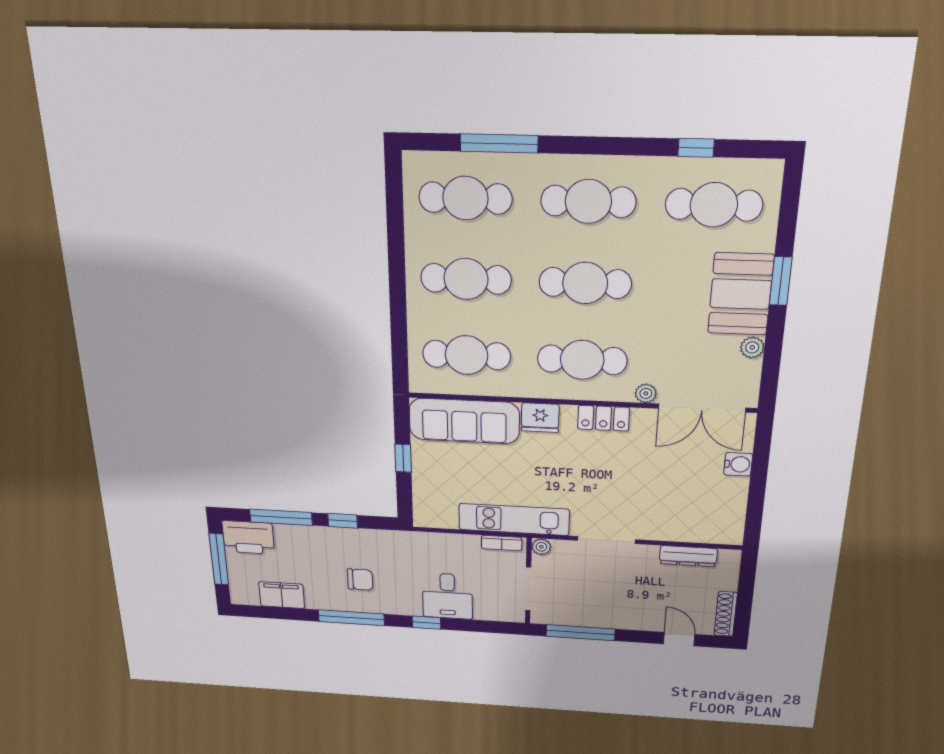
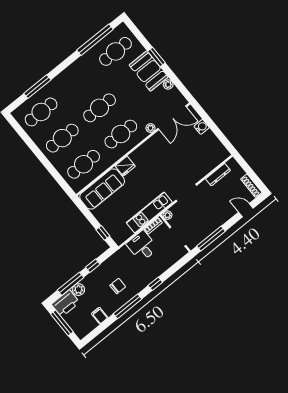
window: (696, 148) -> (95, 40), width x3.17
cafe table: (588, 201) -> (78, 82), removed
locker: (603, 418) -> (145, 148), removed
window: (403, 458) -> (103, 233), moved
plant: (288, 535) -> (78, 290), added
filing cabinet: (282, 595) -> (100, 316), width x0.50
desk: (447, 596) -> (142, 246), moved, turned 180

